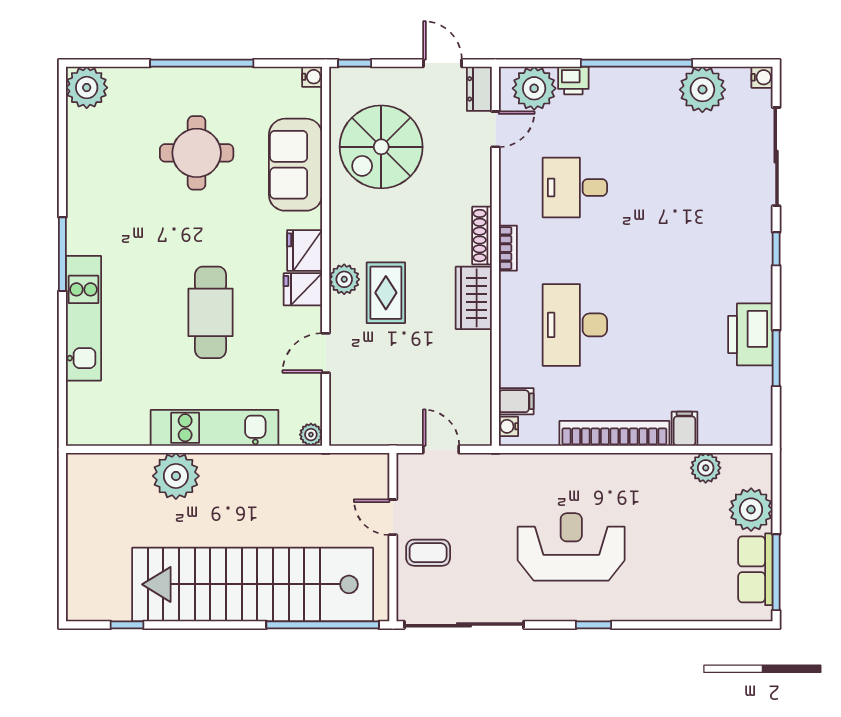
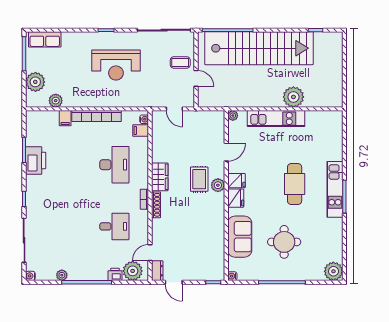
plant: (702, 90) -> (62, 275), width x0.53, depth x0.53
spiral stairs: (381, 147) -> (201, 245), removed
cafe table: (211, 312) -> (295, 184), moved
kitchen unit: (83, 318) -> (335, 189), moved
row of seats: (755, 569) -> (45, 39), moved, turned 90

